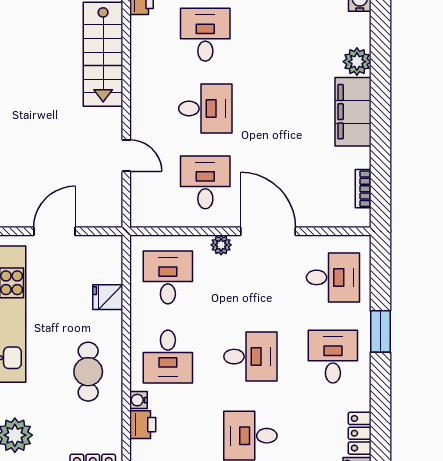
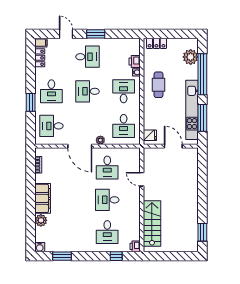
door: (54, 231) -> (173, 146), swing flipped
fridge: (108, 297) -> (150, 135), moved

